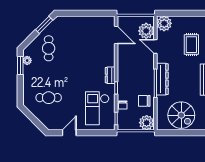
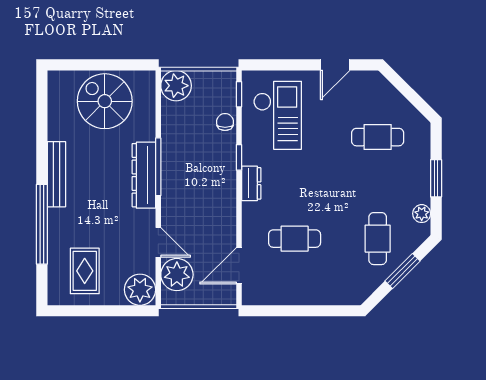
window: (44, 25) -> (402, 271), moved
door: (116, 35) -> (239, 266), hinge flipped
rug: (191, 45) -> (85, 271), moved
cafe table: (89, 48) -> (295, 239), added
window: (20, 66) -> (436, 178), moved
chair: (144, 101) -> (181, 131), removed

